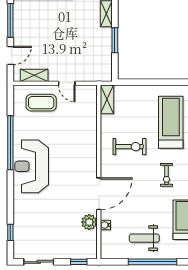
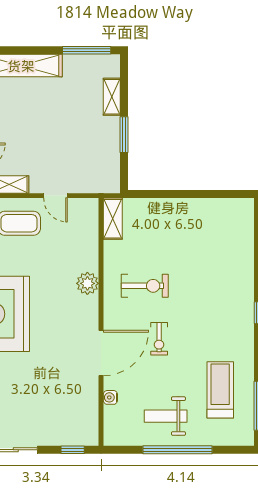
treadmill: (171, 122) -> (204, 251), removed
exercise bike: (167, 175) -> (159, 339), moved
plant: (89, 222) -> (87, 283), moved

